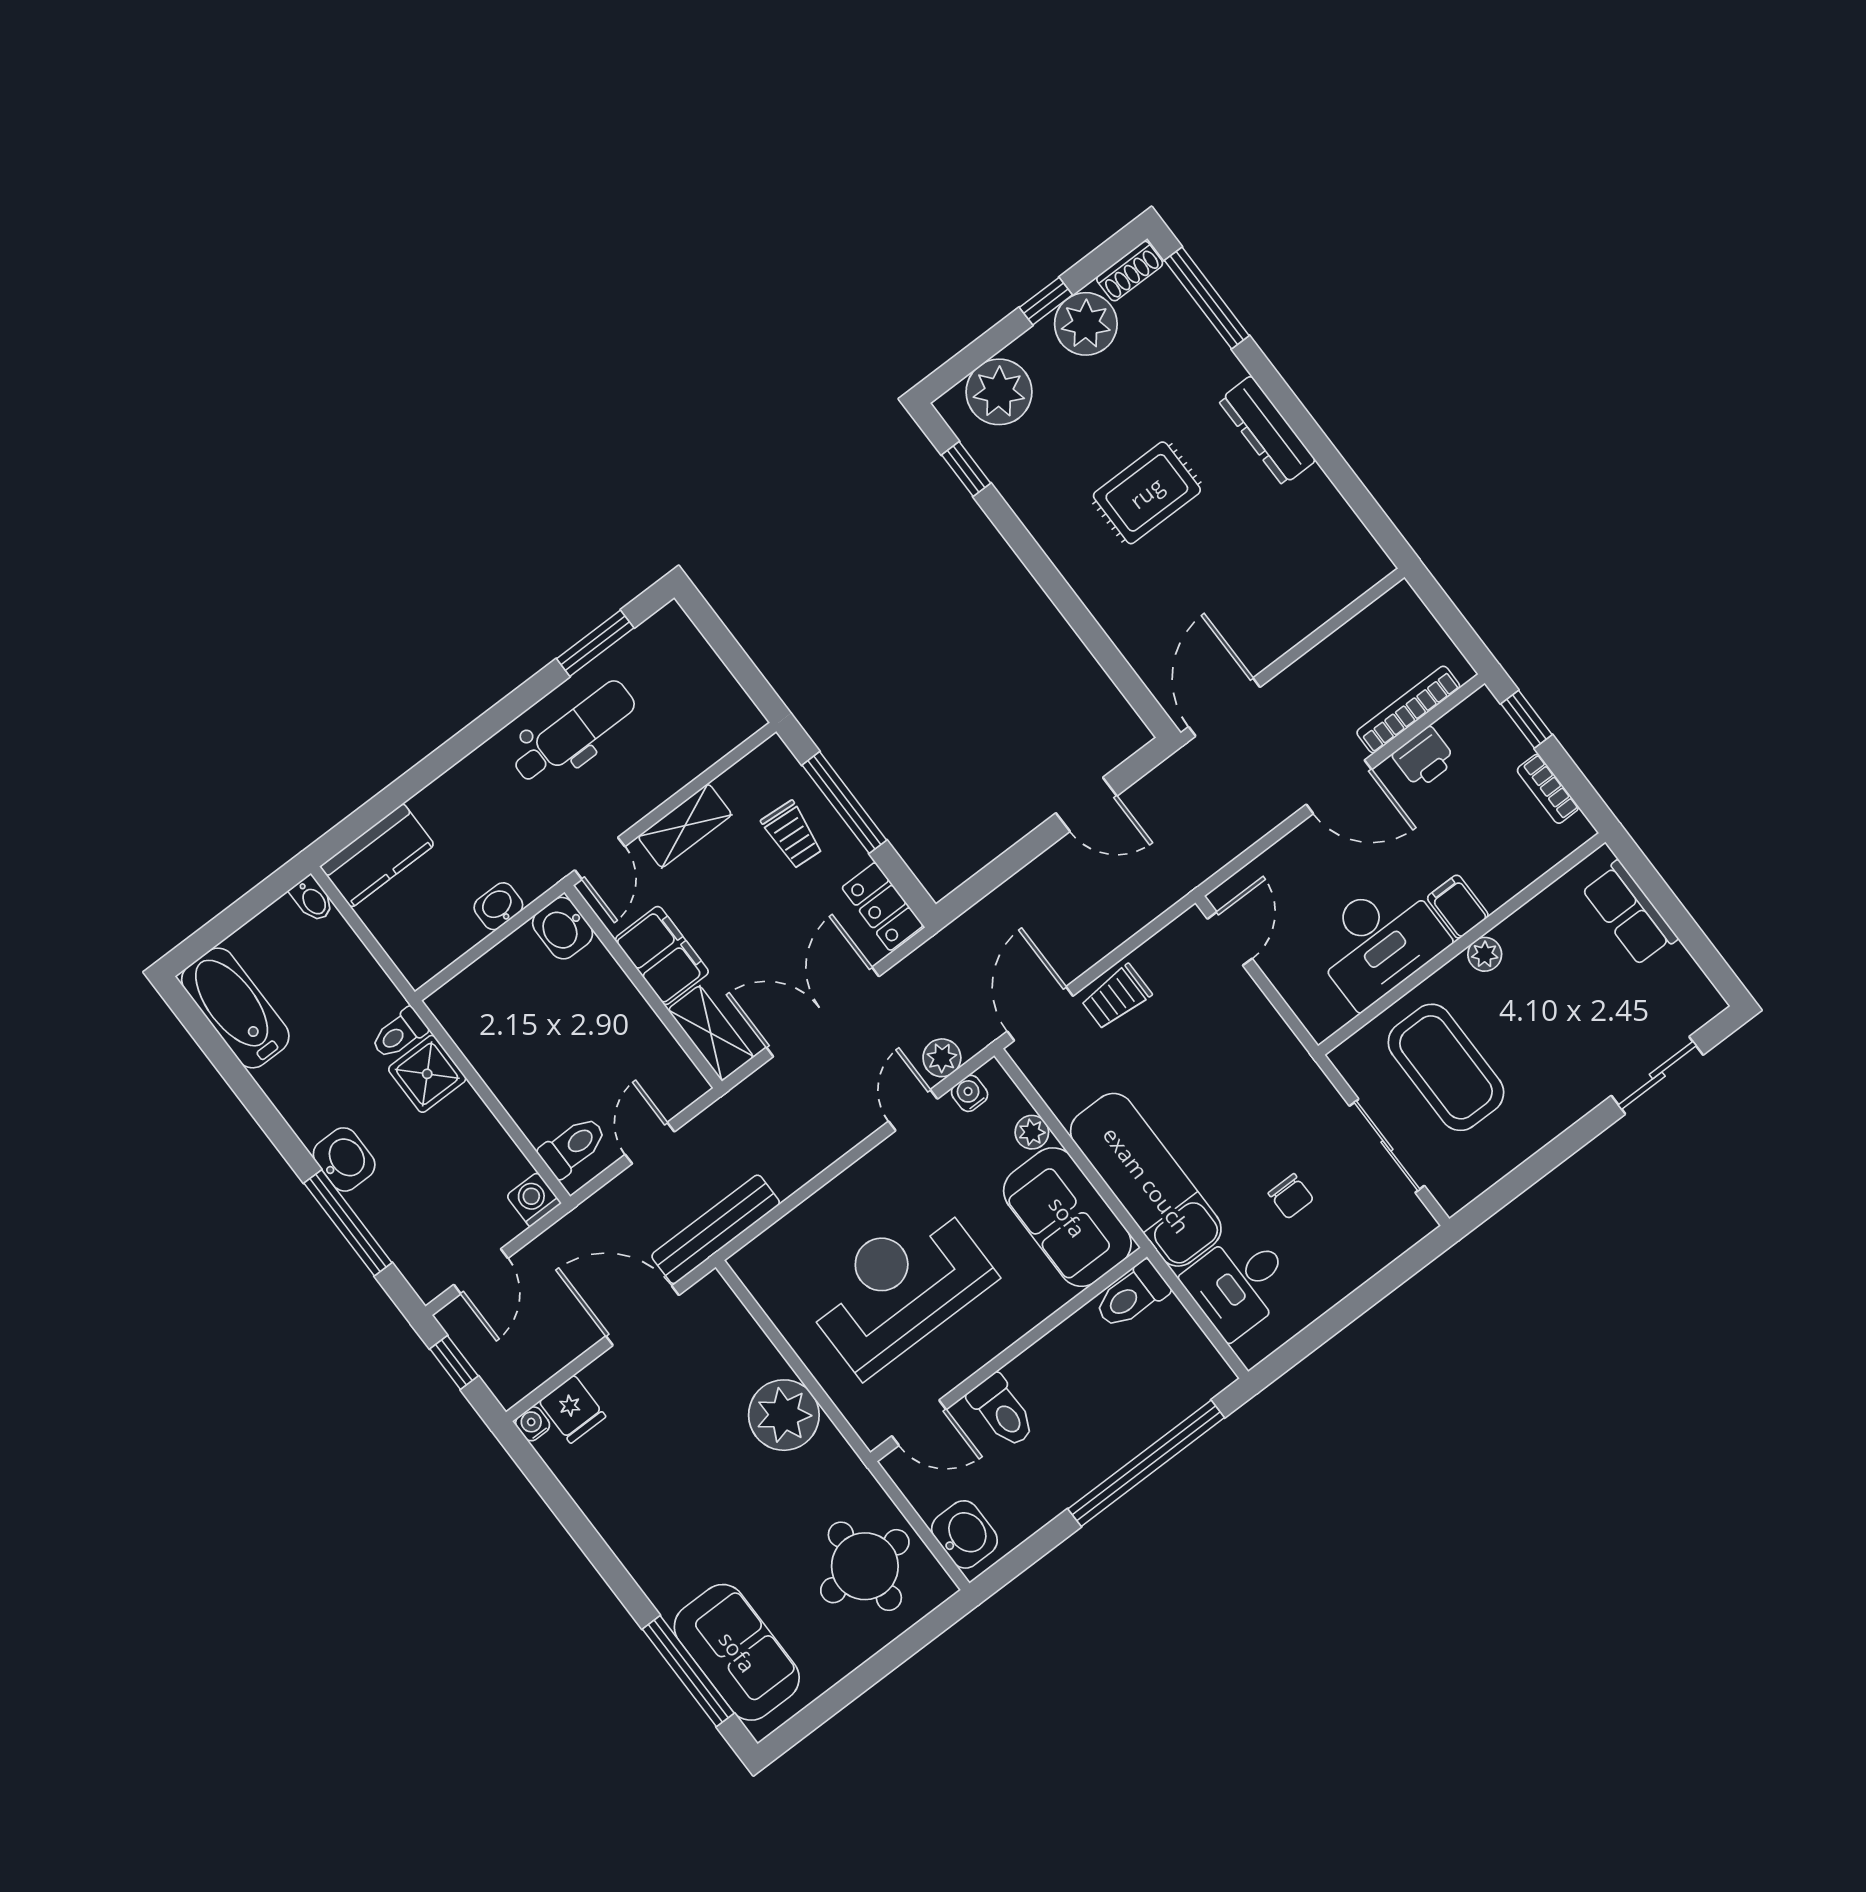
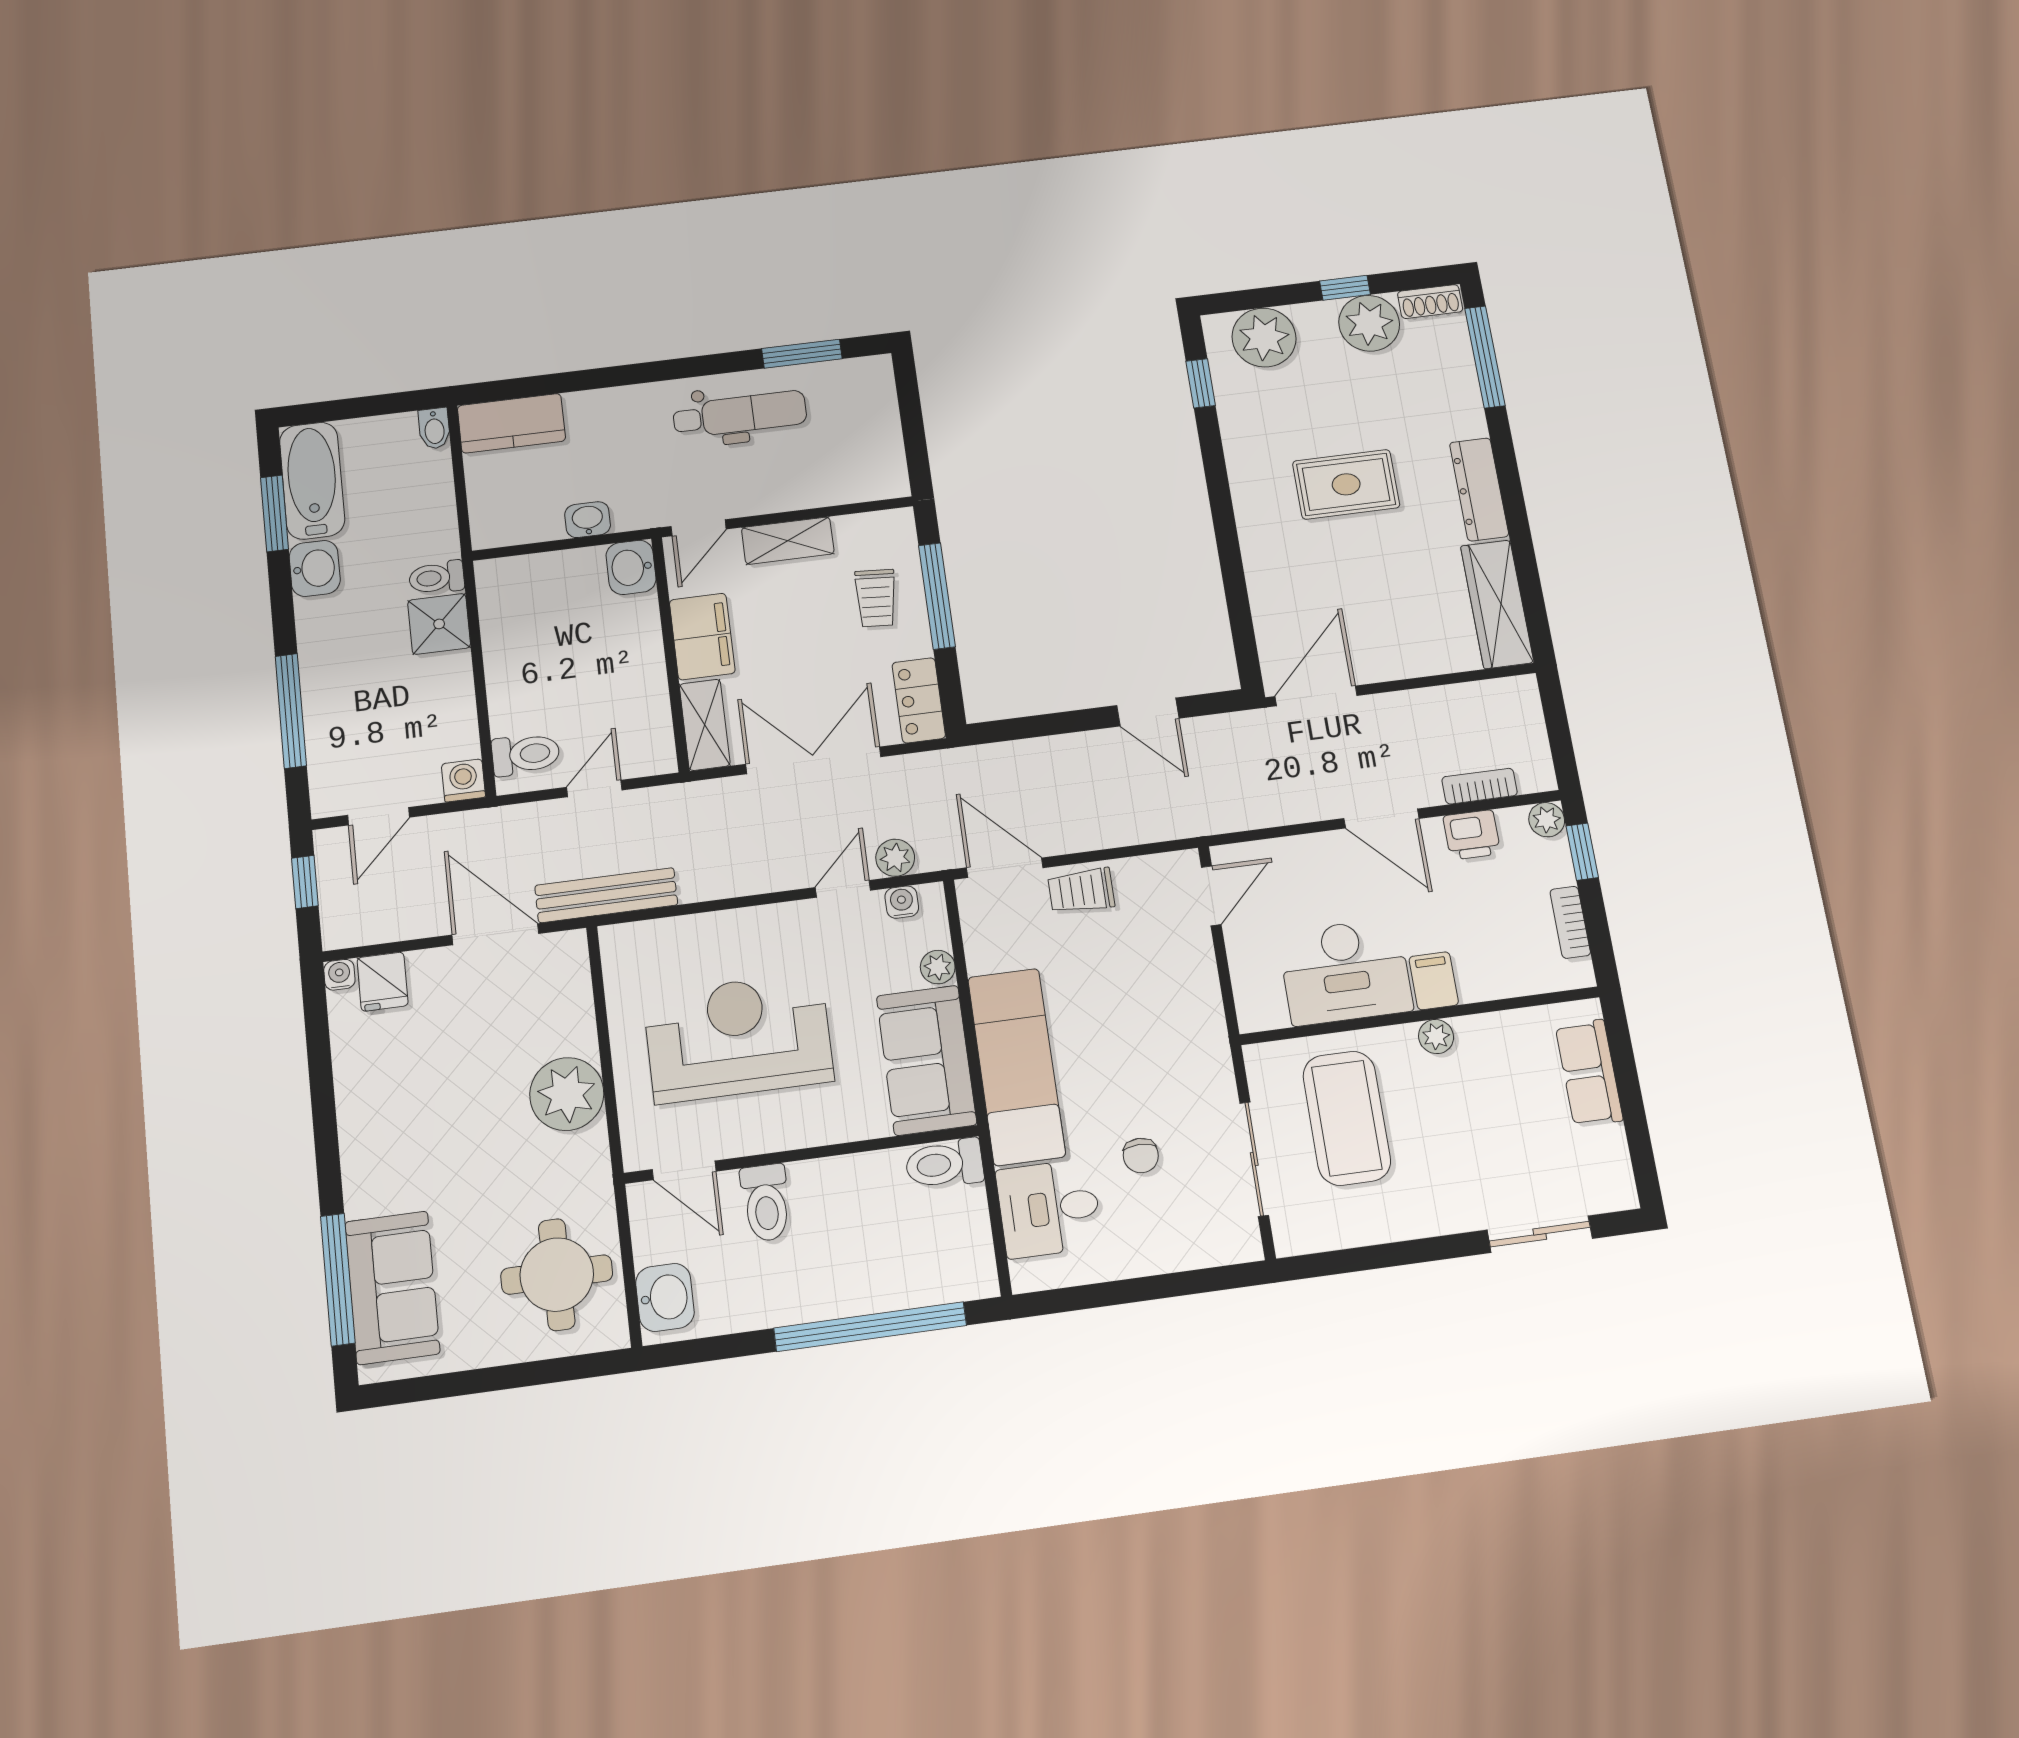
wardrobe: (1338, 531) -> (1497, 604), added
plant: (1482, 707) -> (1547, 820), added
bookcase: (1408, 709) -> (1480, 786), width x0.64
door: (1040, 1014) -> (1005, 868), hinge flipped
window: (221, 1056) -> (275, 513), added
washbasin: (344, 1159) -> (315, 568), moved

